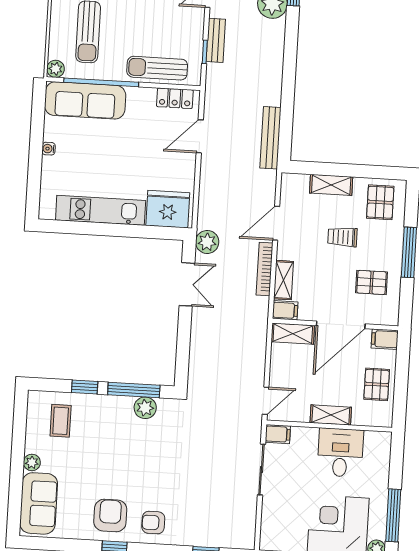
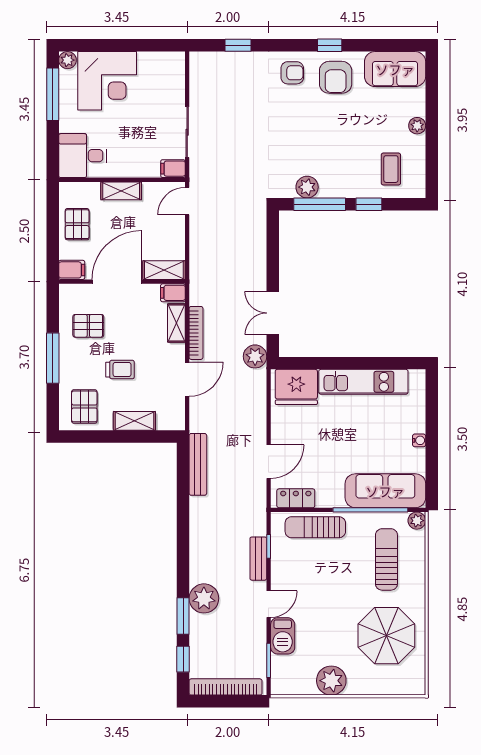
sun lounger: (157, 68) -> (315, 527), turned 180
desk: (340, 453) -> (83, 156), moved, turned 90
sofa: (39, 503) -> (395, 69), moved, turned -90

